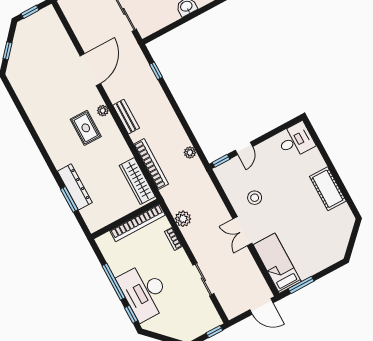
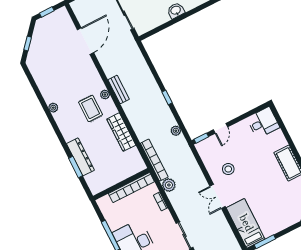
door: (90, 70) -> (85, 41), moved
window: (156, 71) -> (167, 97), moved
bench: (126, 117) -> (119, 89), moved
plant: (40, 128) -> (53, 108), added
bookcase: (151, 164) -> (154, 160), moved
wardrobe: (137, 181) -> (121, 132), moved

